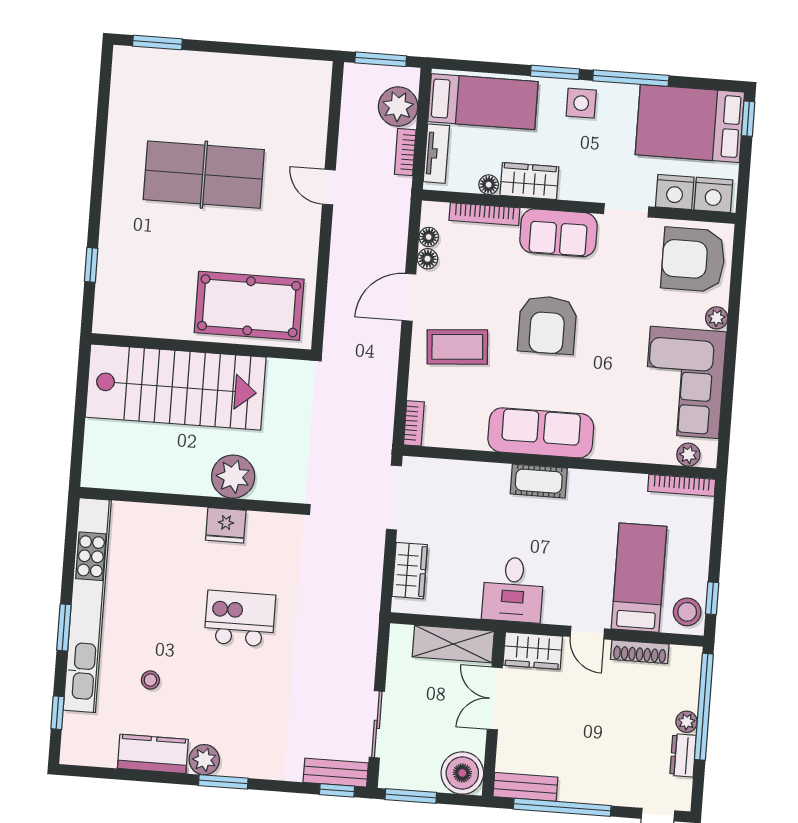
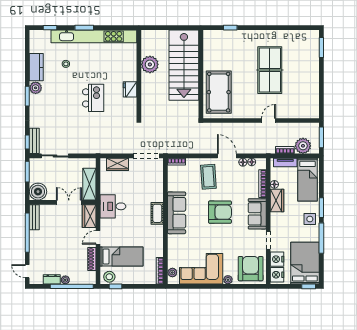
armchair: (547, 325) -> (220, 212), turned 180
plant: (233, 477) -> (150, 64), moved

